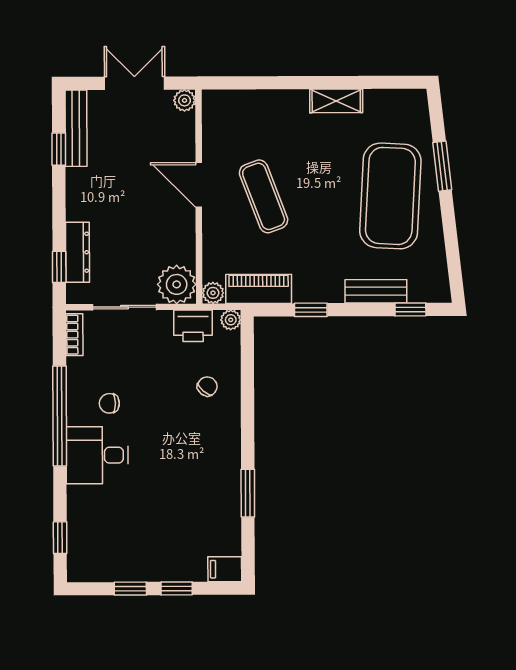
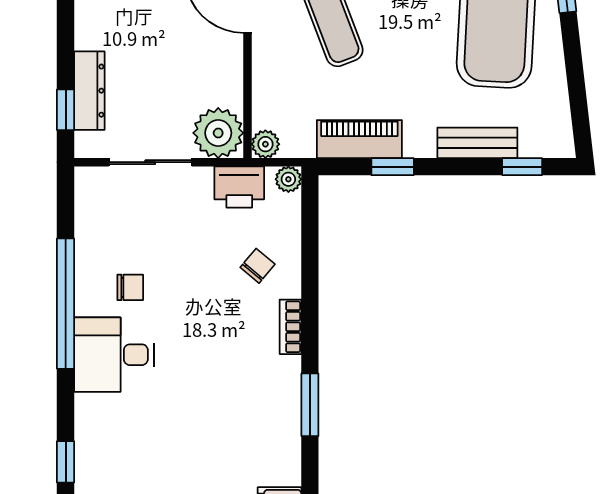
piano: (259, 289) -> (359, 139), moved
bookcase: (74, 335) -> (290, 327), moved, turned 180
chair: (109, 403) -> (130, 287), turned 180

